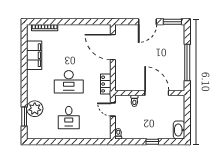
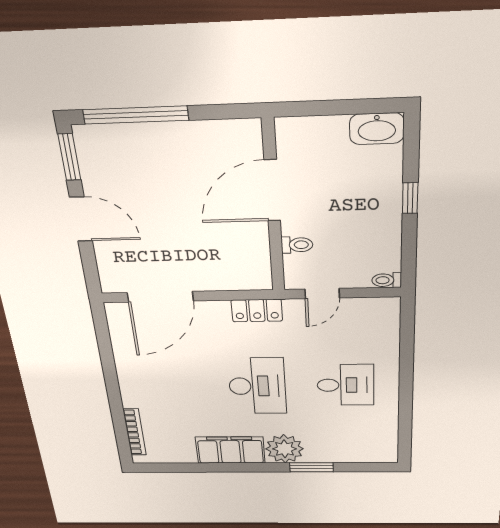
filing cabinet: (34, 55) -> (230, 450), moved
window: (187, 63) -> (136, 115), moved
plant: (35, 109) -> (285, 449), moved
window: (24, 117) -> (311, 467), moved

